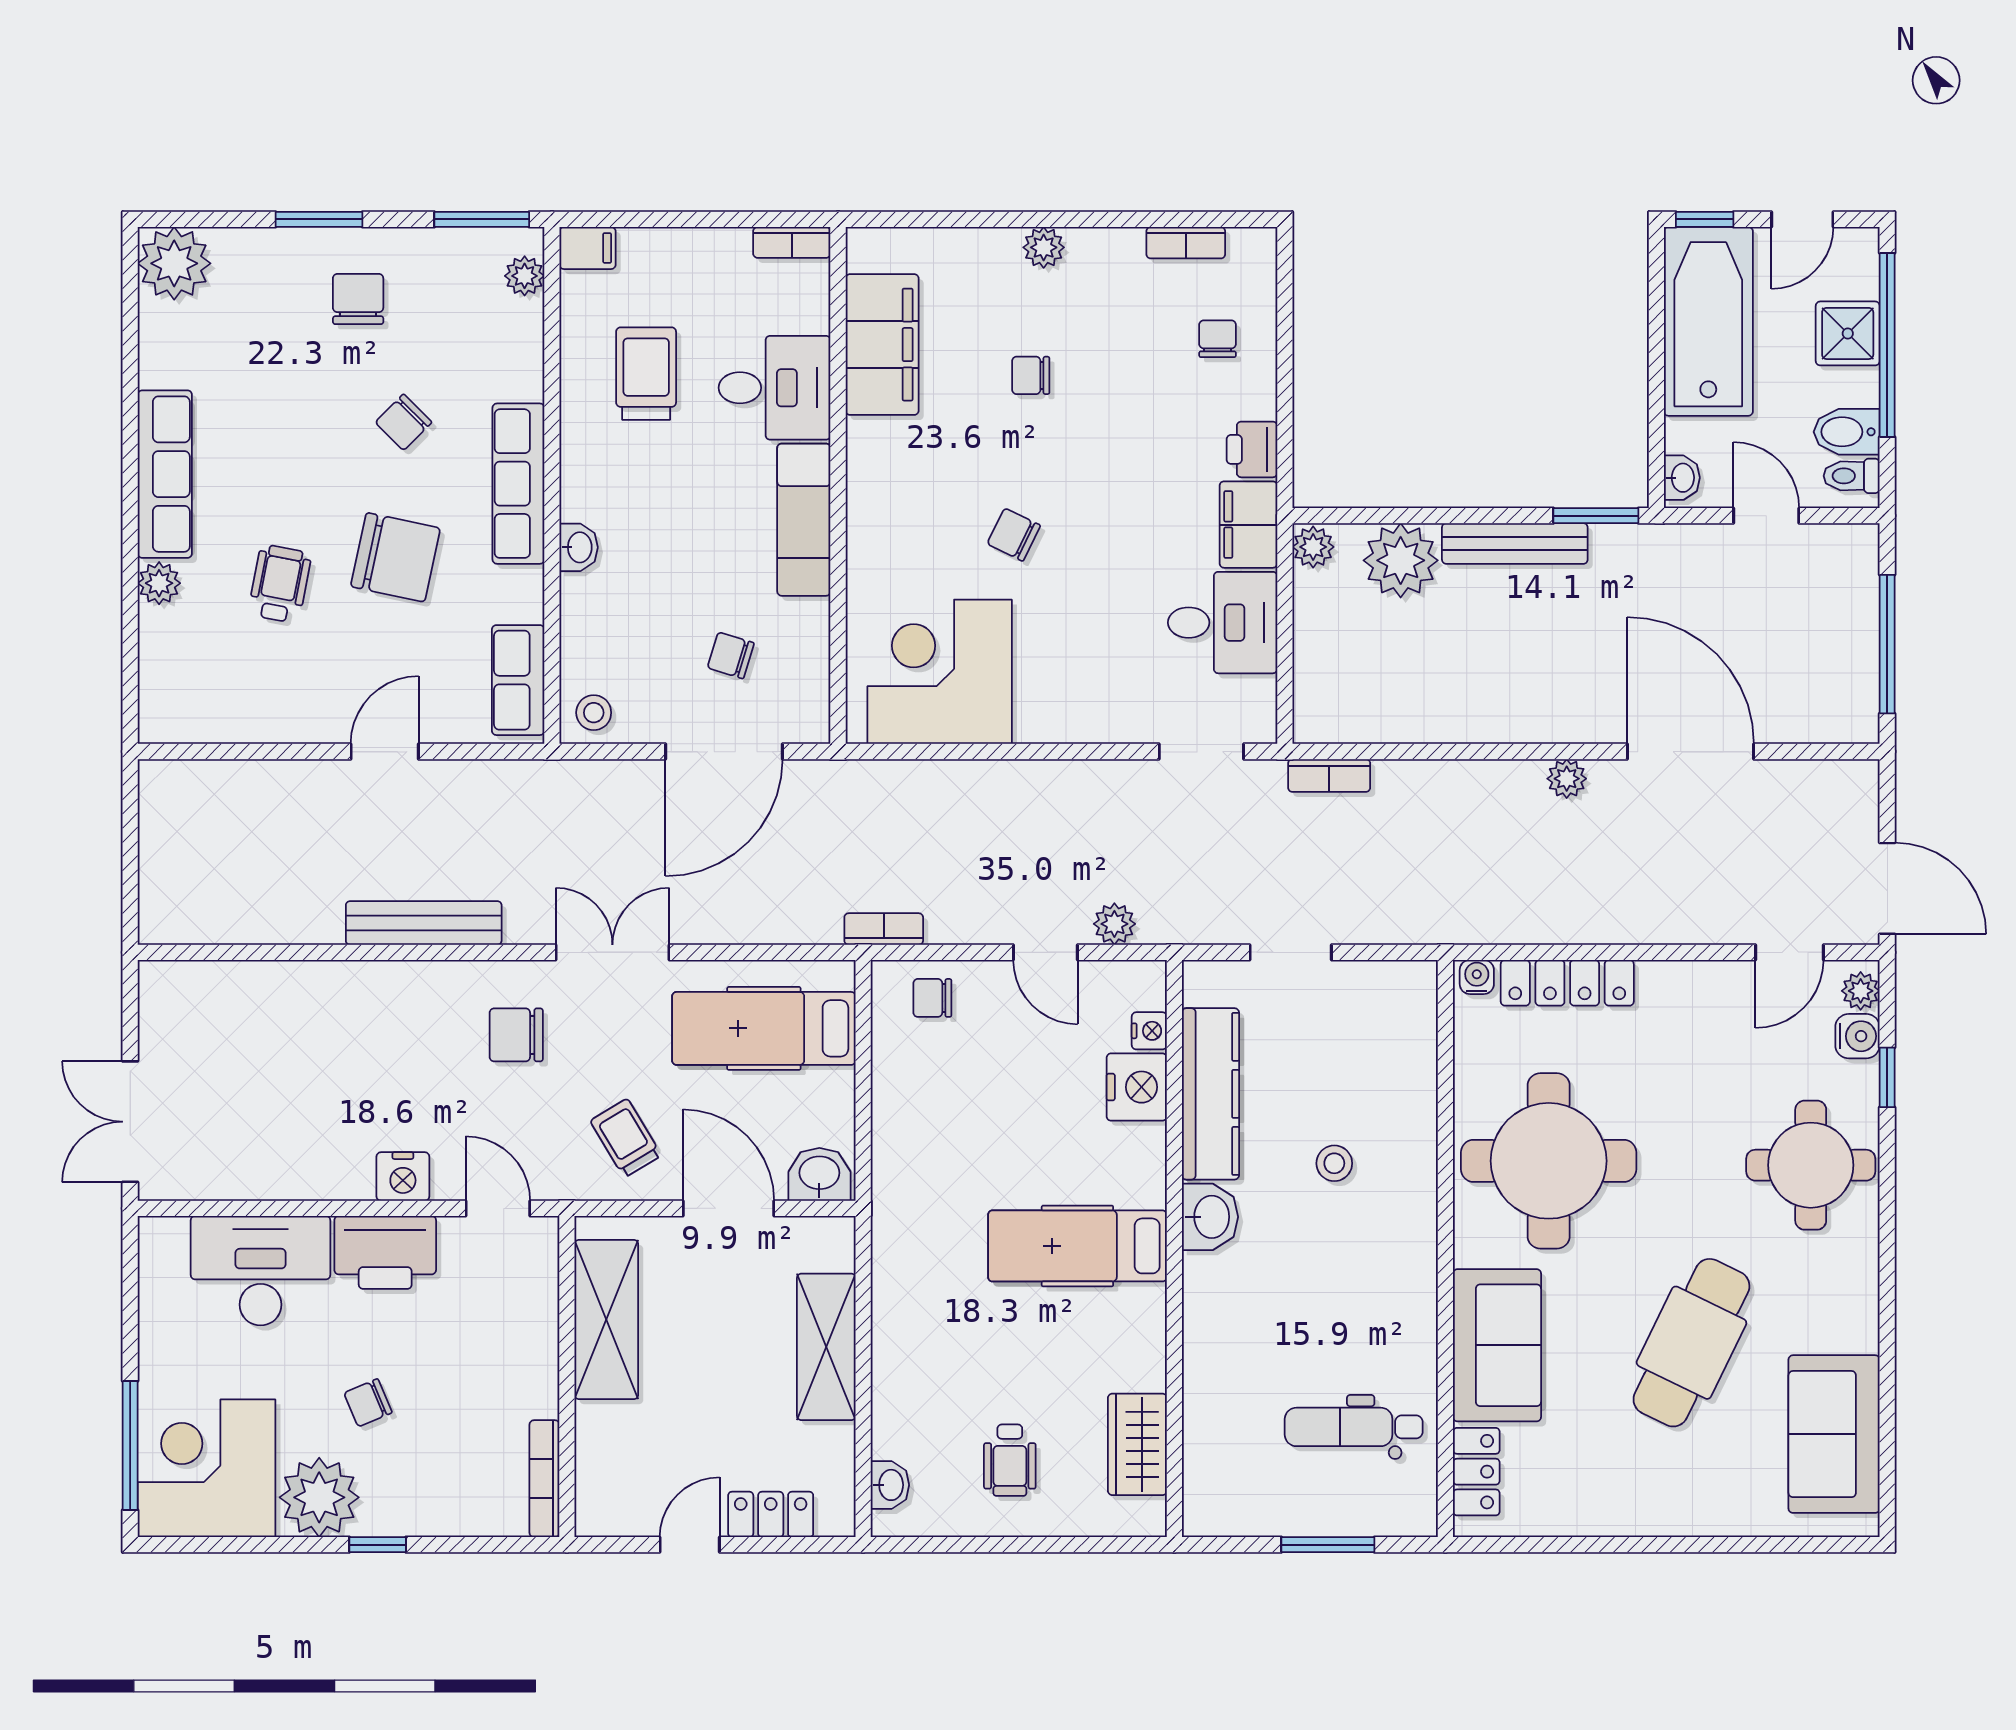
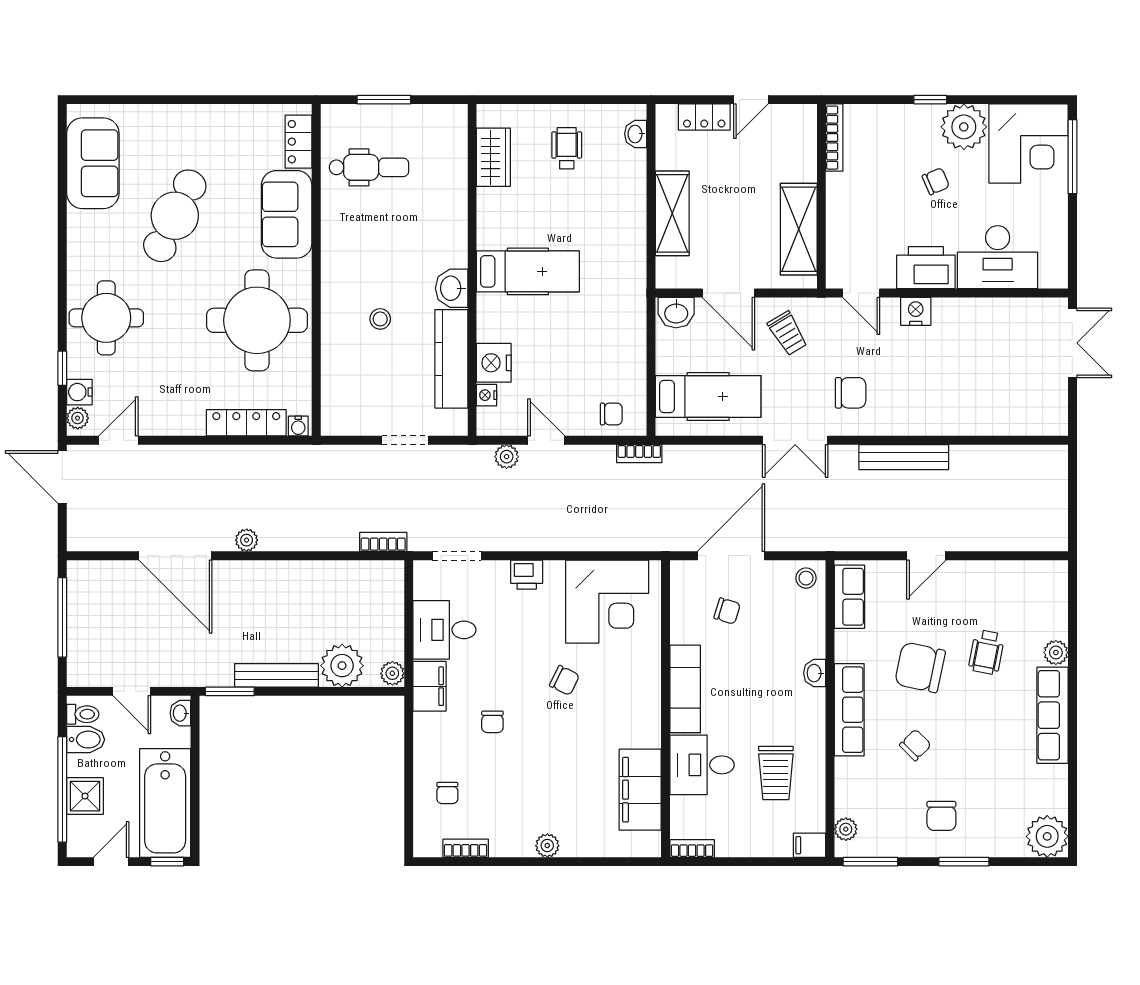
chair: (1031, 375) -> (492, 722), moved, turned 90
printer: (1252, 449) -> (527, 575), moved, turned 90

